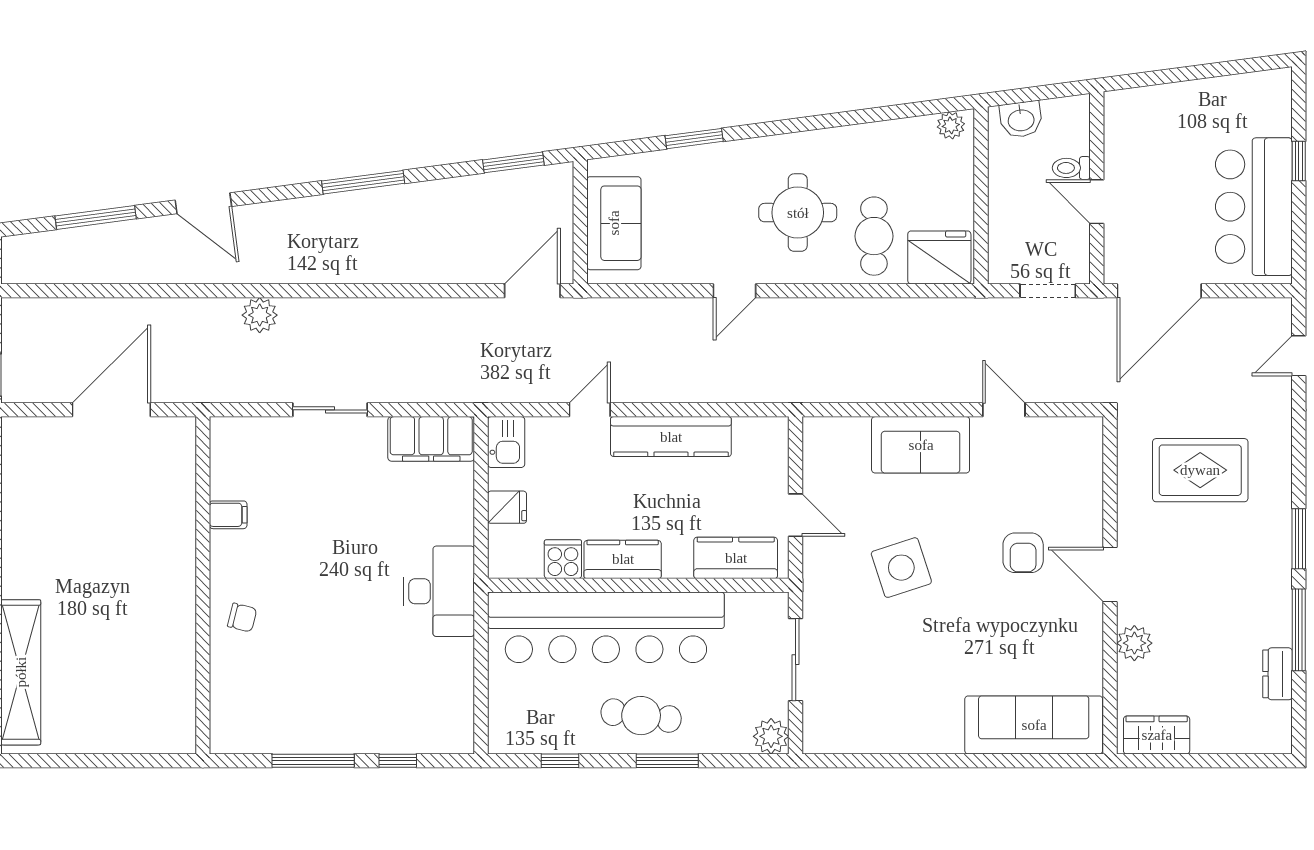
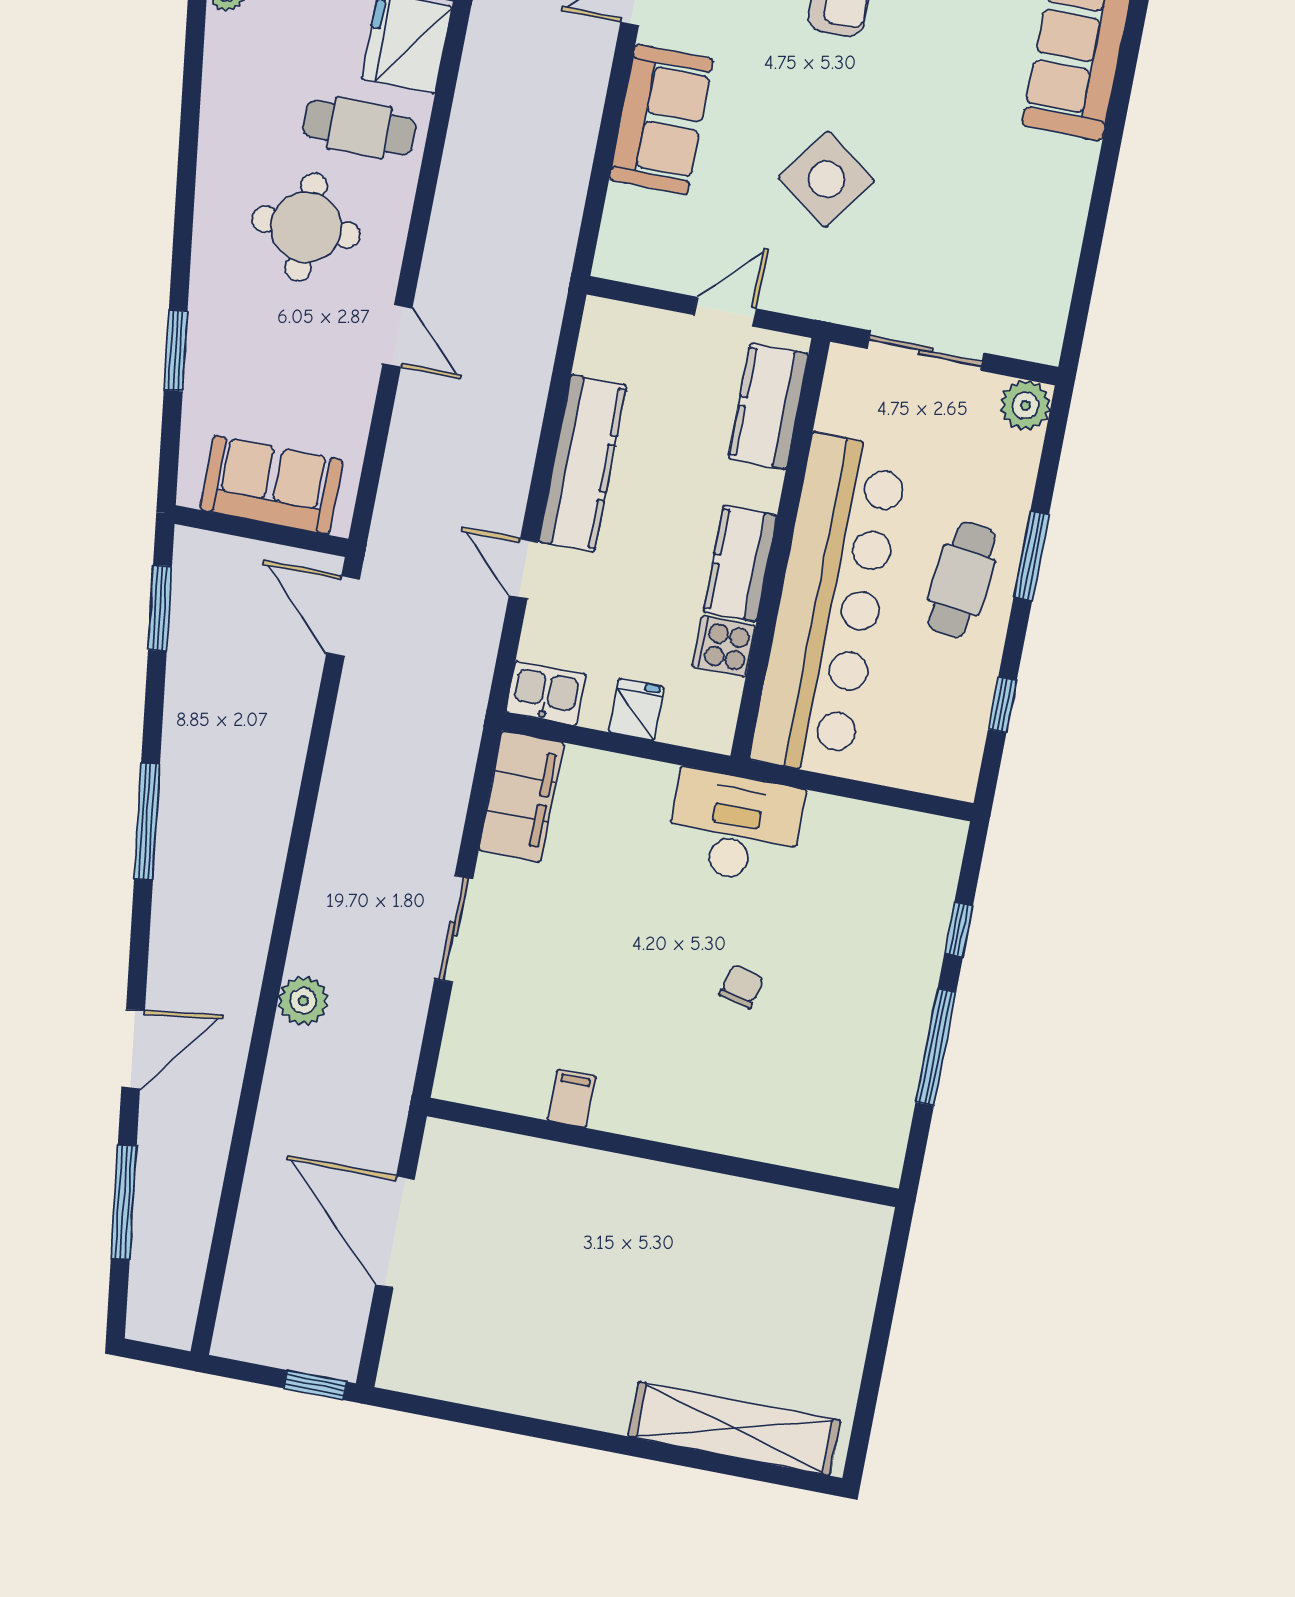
side table: (901, 568) -> (826, 179), turned -36
chair: (242, 618) -> (741, 986), moved

